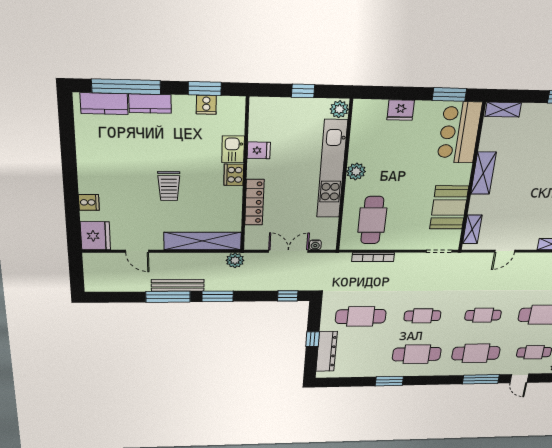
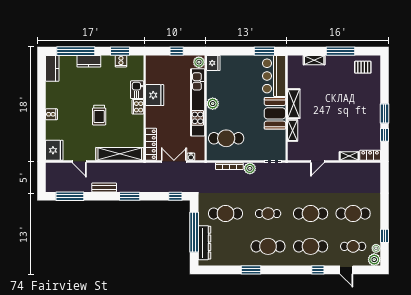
kitchen counter: (104, 104) -> (52, 68), moved, turned -90
fridge: (401, 110) -> (213, 63), moved, turned -90
shelving: (503, 110) -> (314, 60), moved
fridge: (259, 150) -> (155, 95), width x1.88, depth x1.34
cooker: (89, 202) -> (52, 114), moved
locker: (254, 202) -> (151, 144), moved
booth: (449, 207) -> (275, 113), moved
cafe table: (372, 220) -> (226, 138), turned 90
shelving: (472, 229) -> (293, 130), moved
plant: (235, 260) -> (250, 168), moved
bench: (178, 285) -> (104, 187), width x0.73
window: (168, 297) -> (70, 196), moved
cafe table: (483, 315) -> (311, 214), width x1.37, depth x1.35
window: (313, 339) -> (194, 232), width x3.17
window: (481, 379) -> (318, 270), width x0.46

